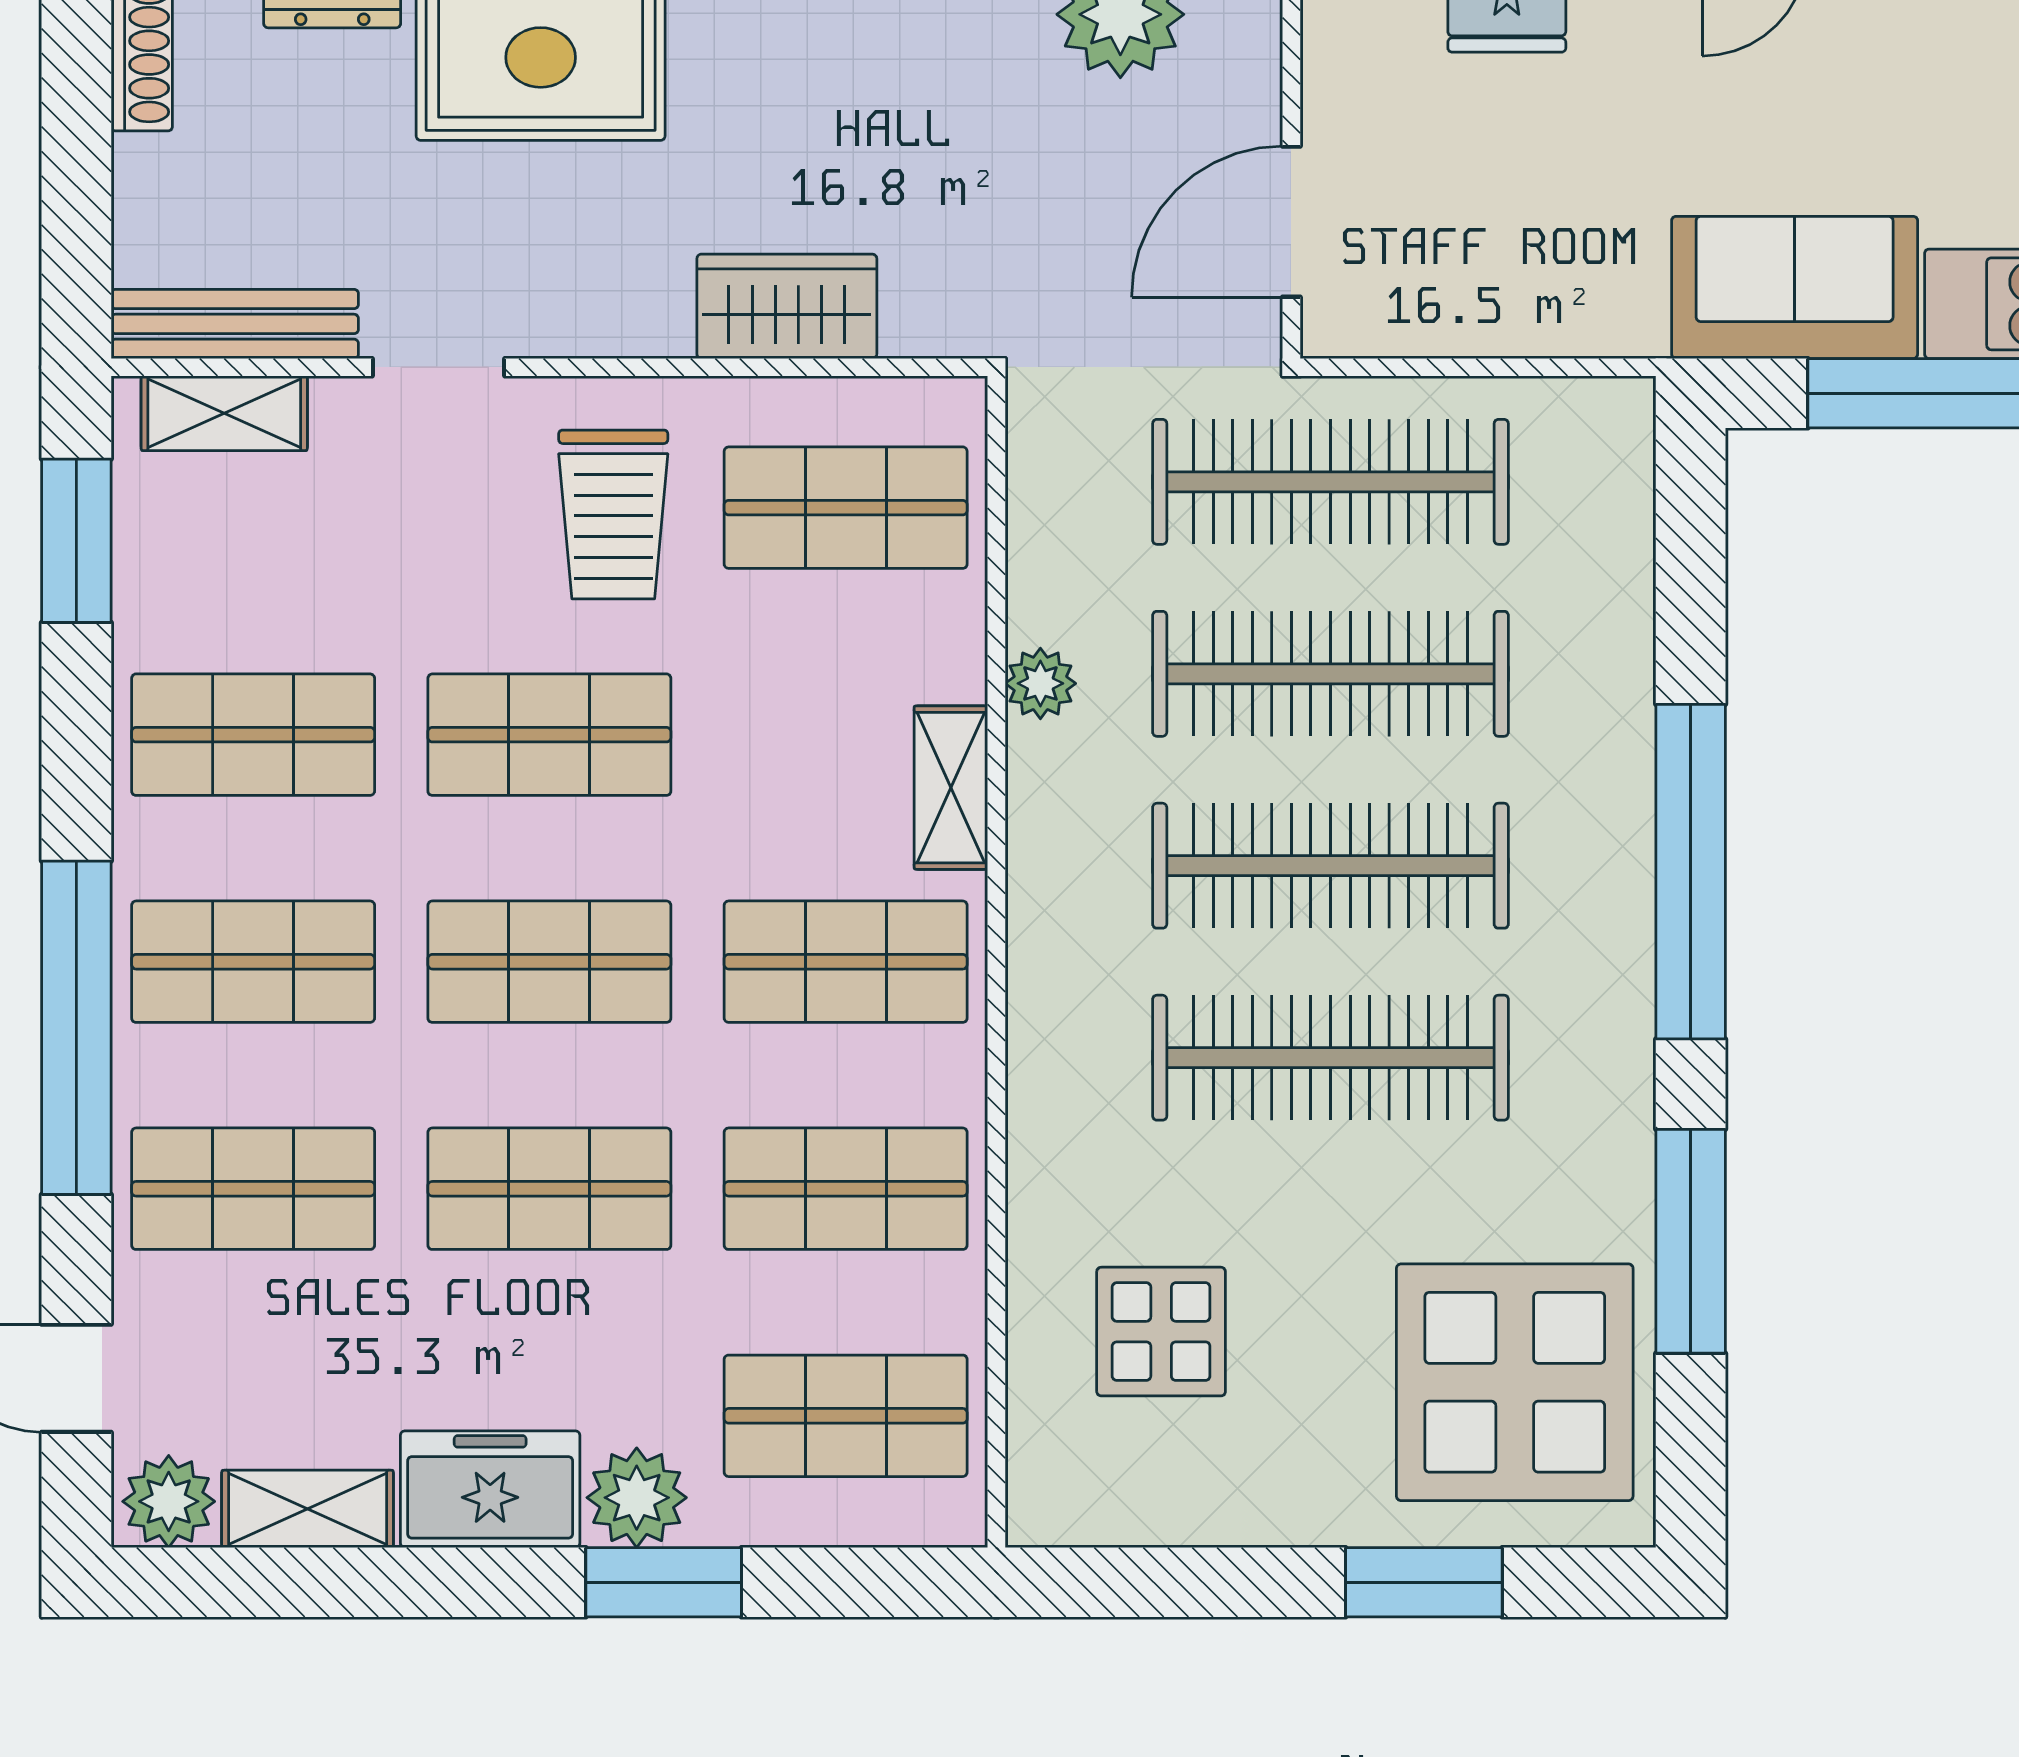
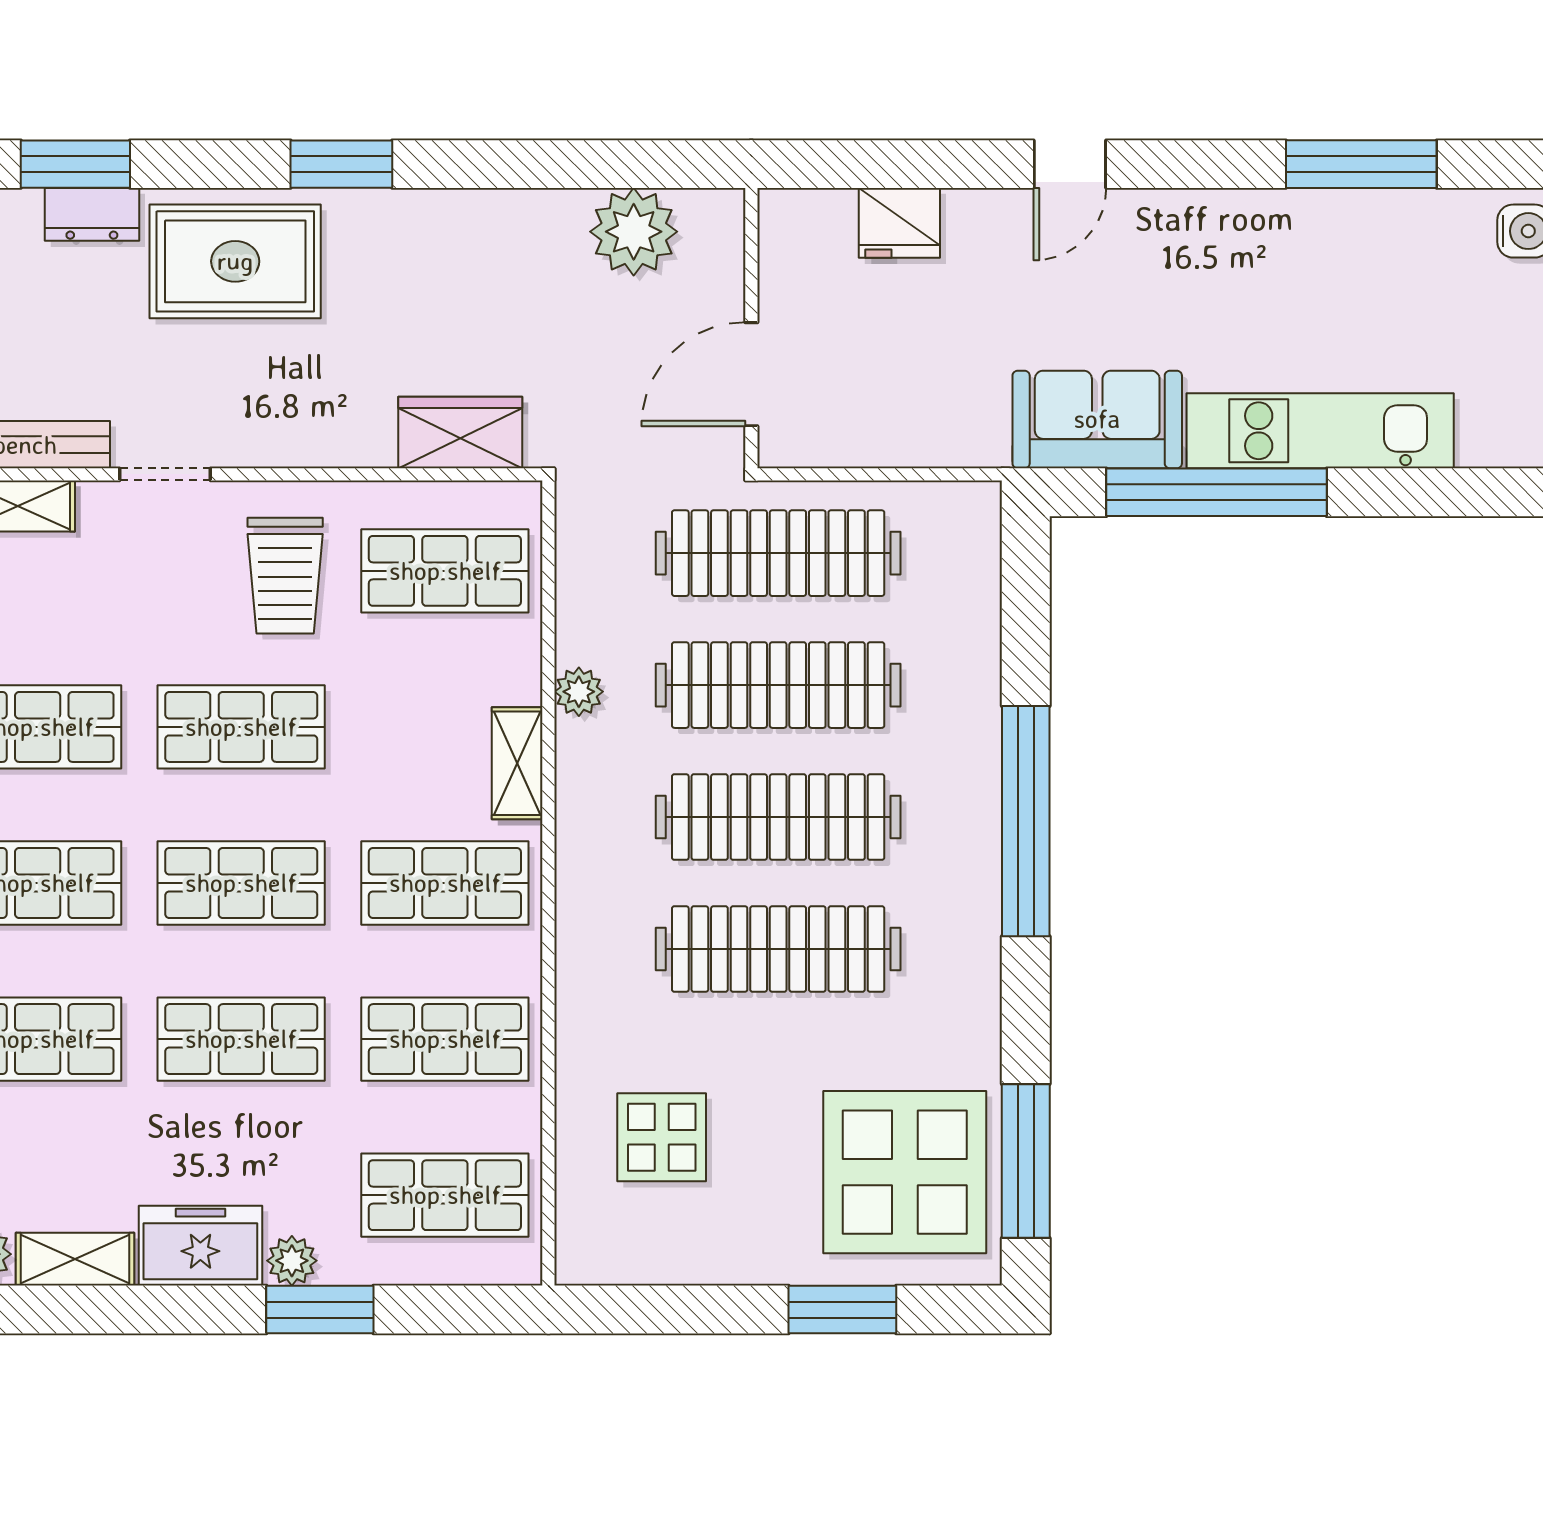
wardrobe: (787, 306) -> (460, 432), moved
window: (1691, 1241) -> (1026, 1161), moved
plant: (637, 1498) -> (292, 1261), width x0.73, depth x0.73

